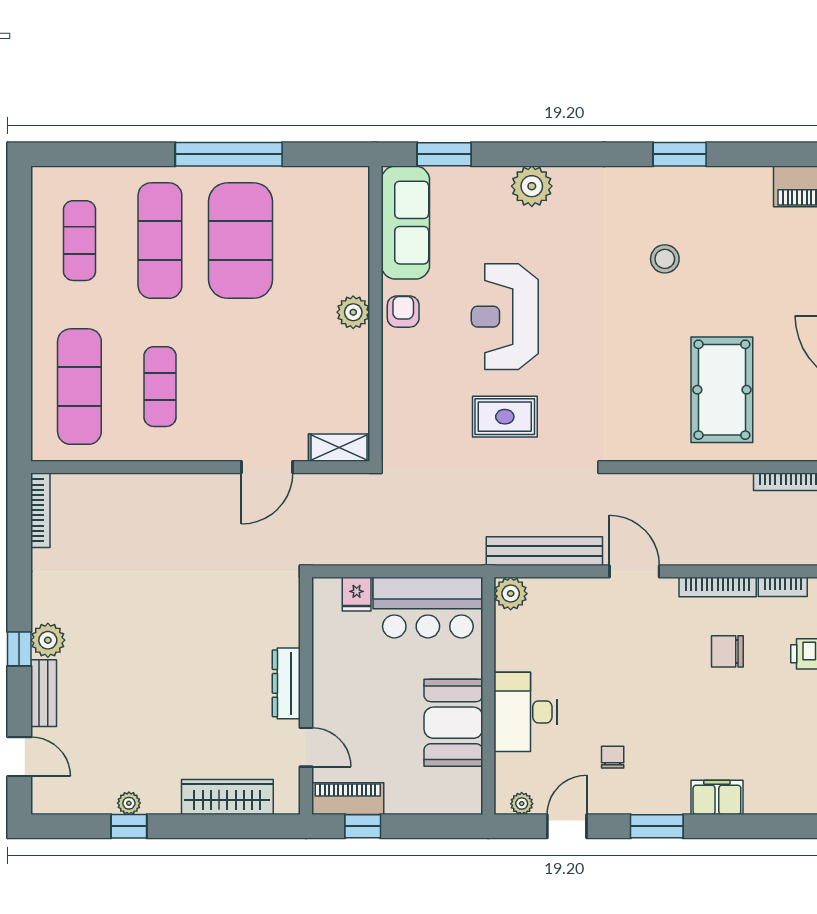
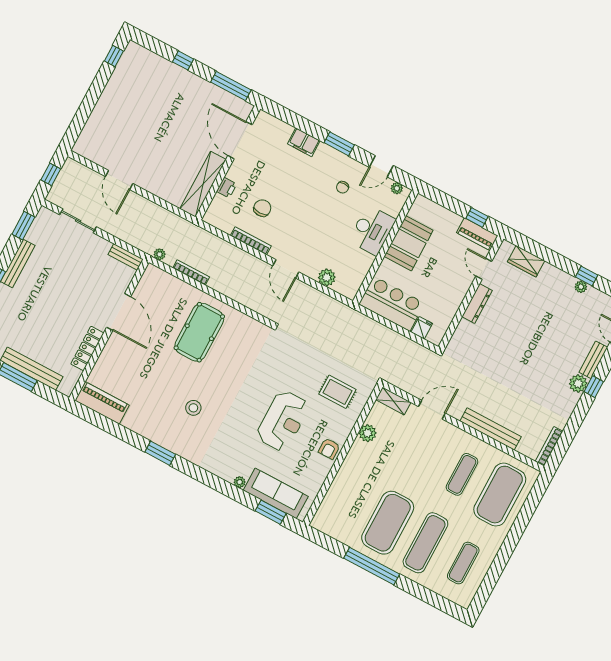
plant: (532, 186) -> (240, 482), width x0.53, depth x0.53
sofa: (405, 223) -> (276, 493), moved, turned 90
plant: (353, 312) -> (368, 433), moved
exercise mat: (79, 387) -> (500, 495), width x1.47
rug: (505, 417) -> (337, 392), moved
bench: (544, 551) -> (491, 429), moved
bookcase: (783, 587) -> (220, 224), removed
plant: (511, 594) -> (327, 277), moved
chair: (727, 651) -> (262, 208), turned -90
wardrobe: (227, 797) -> (526, 261), width x0.67

